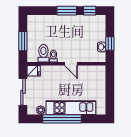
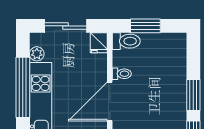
toilet: (43, 53) -> (126, 41), moved
door: (71, 64) -> (110, 101), width x1.87

